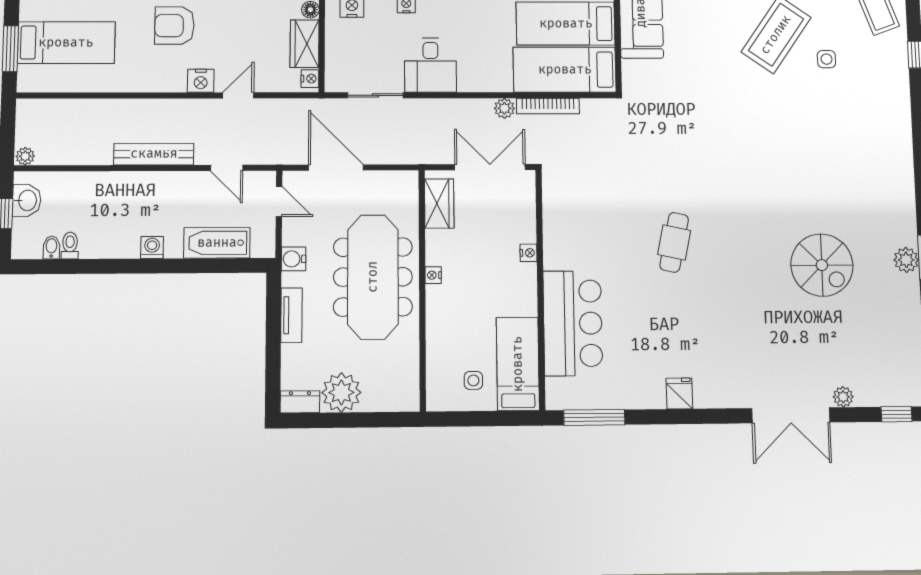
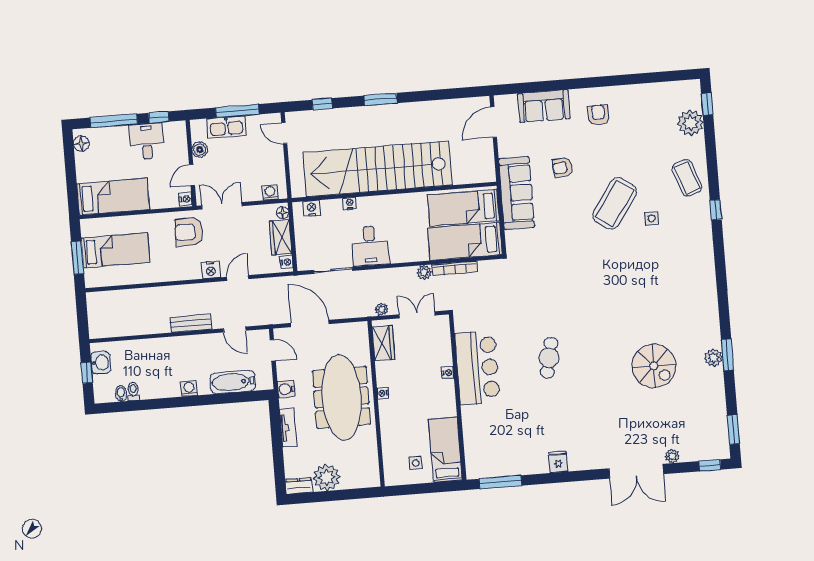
bench: (154, 154) -> (191, 323), width x0.73
plant: (25, 156) -> (382, 309), moved
double door: (490, 167) -> (417, 315), width x0.73
bar counter: (573, 323) -> (477, 368), moved

